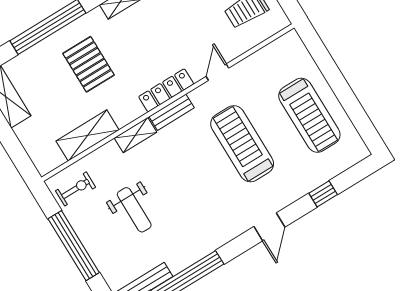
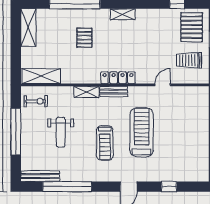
pallet: (89, 64) -> (84, 38), width x0.67, depth x0.71
door: (217, 72) -> (163, 85), moved
treadmill: (309, 115) -> (105, 143), moved, width x0.73, depth x0.73
shelving: (88, 135) -> (41, 76), moved

